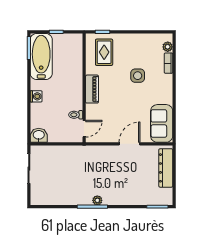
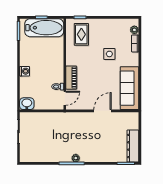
bathtub: (41, 56) -> (44, 28), moved, turned 90
piano: (92, 89) -> (71, 78), moved
sofa: (162, 123) -> (129, 88), width x1.36
dresser: (166, 168) -> (133, 146), moved

